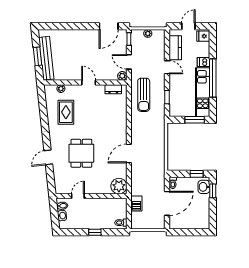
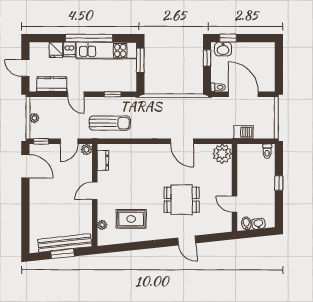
fridge: (203, 36) -> (56, 50), moved
door: (167, 67) -> (76, 94), swing flipped

